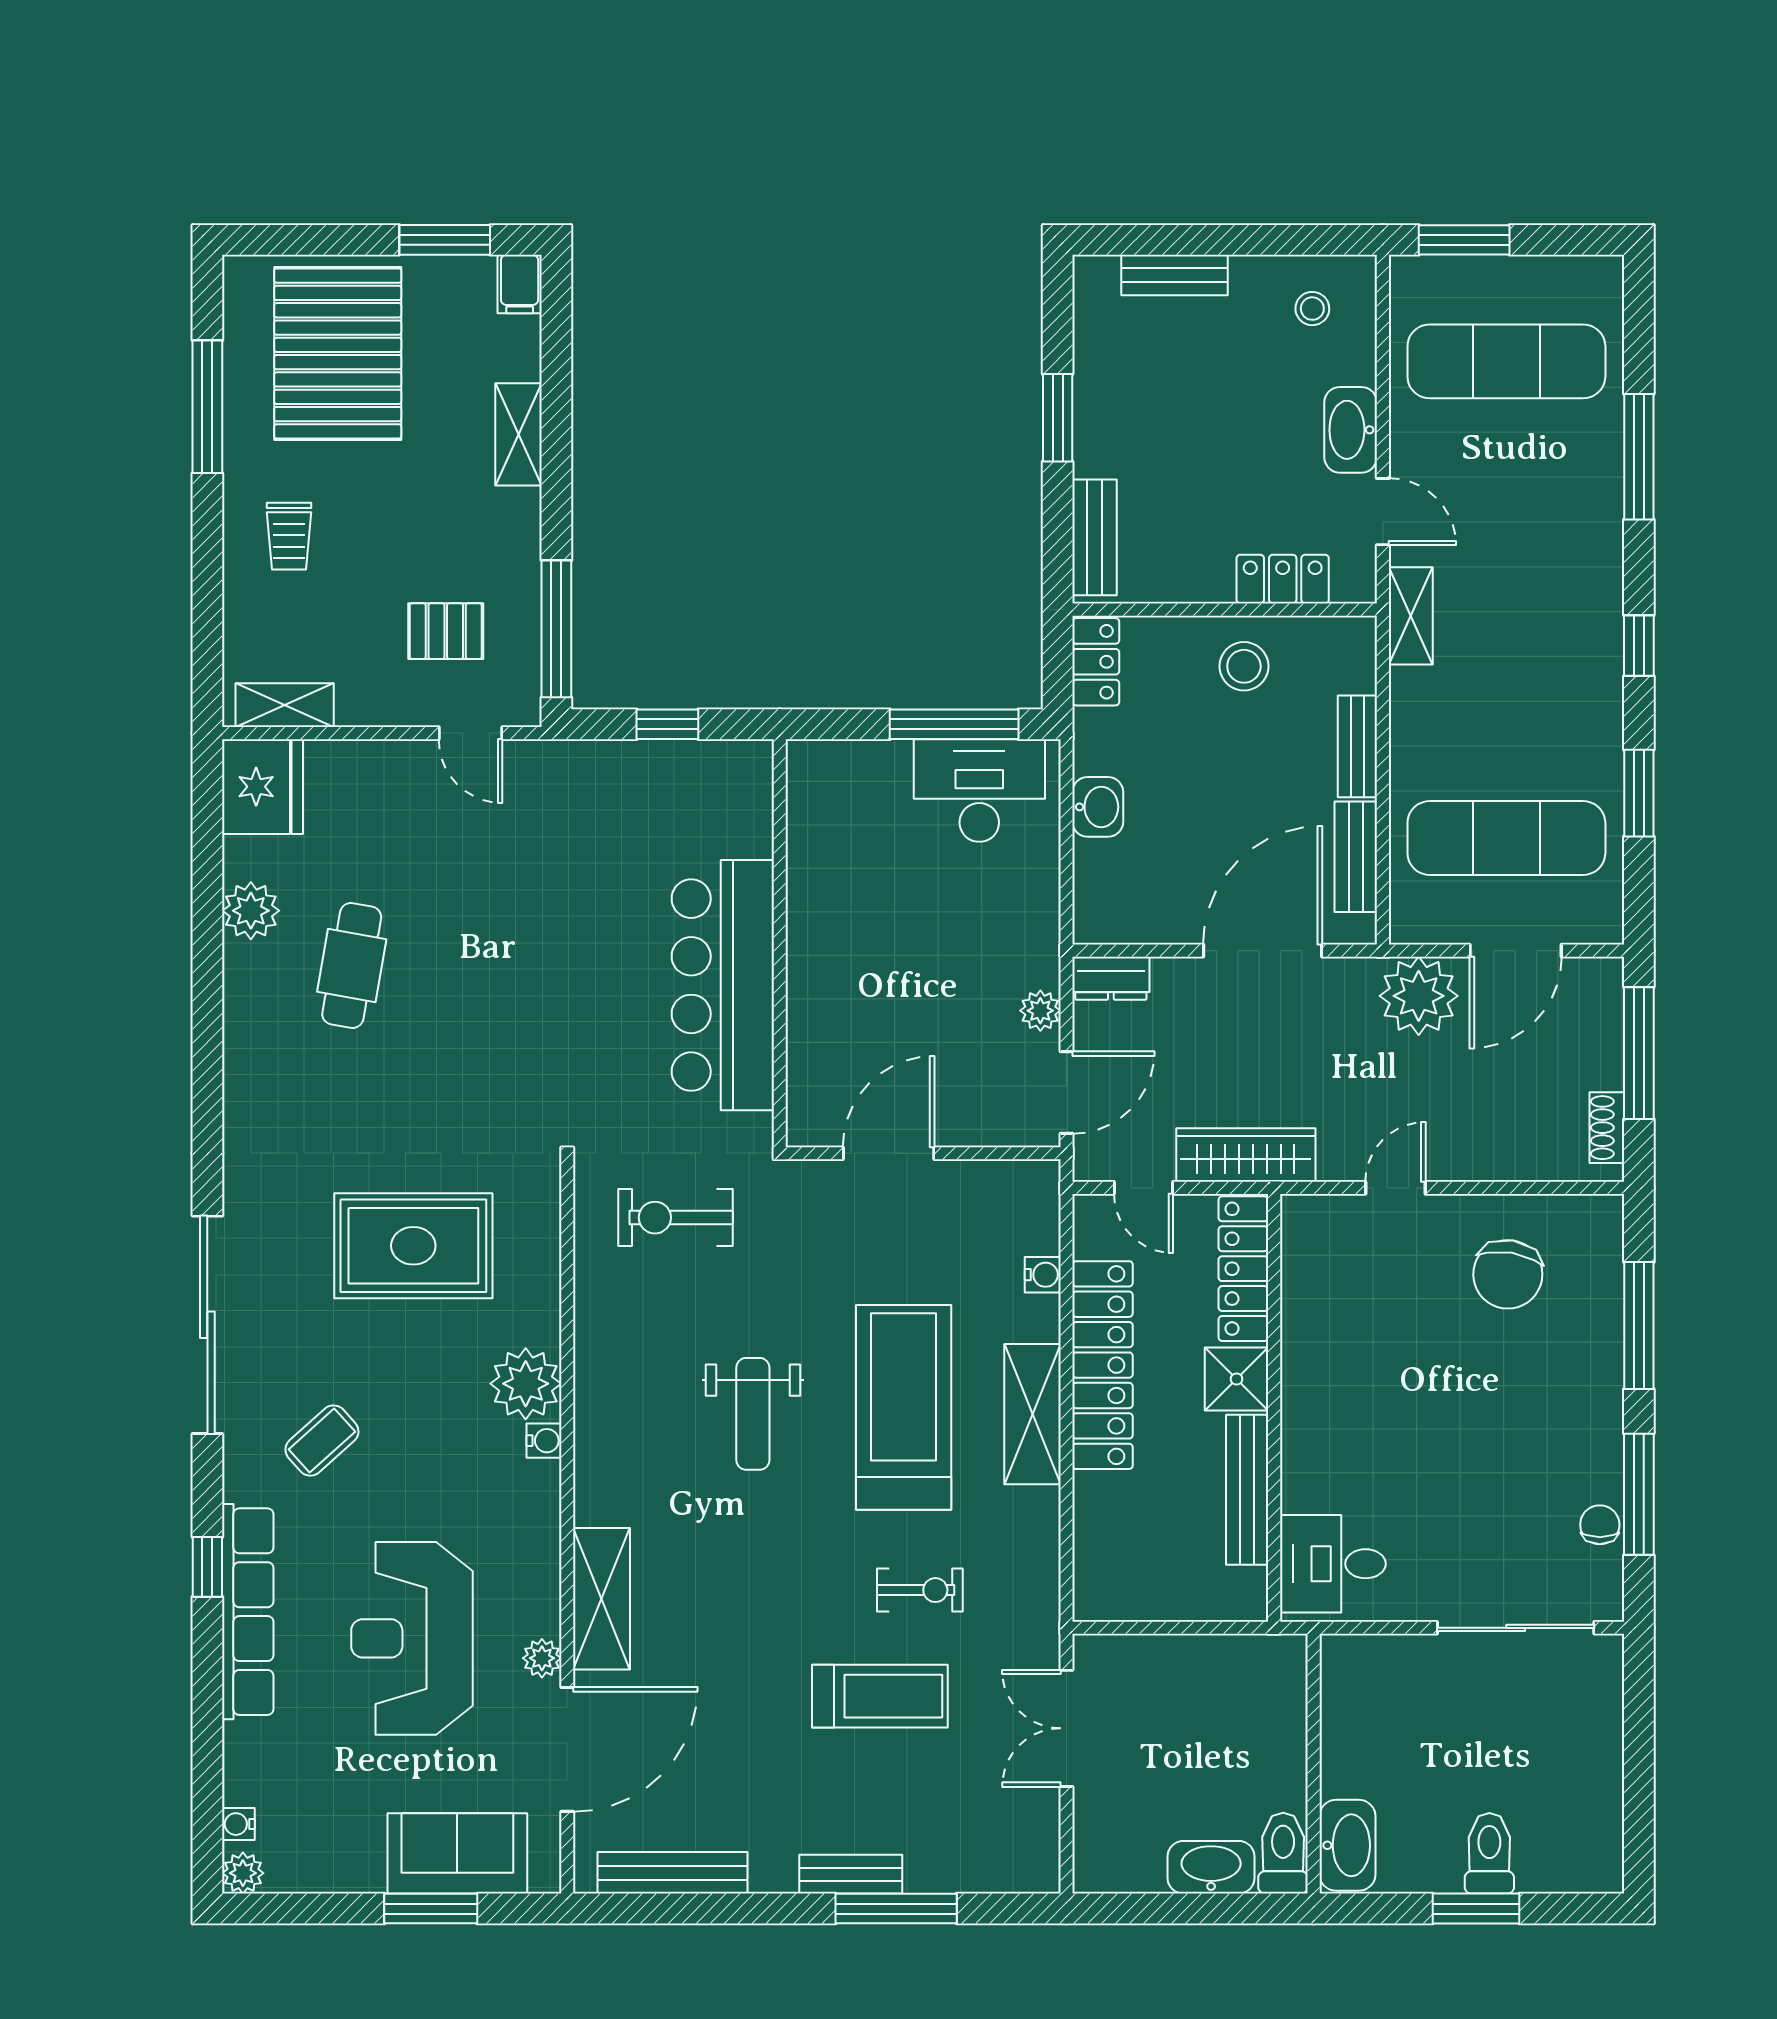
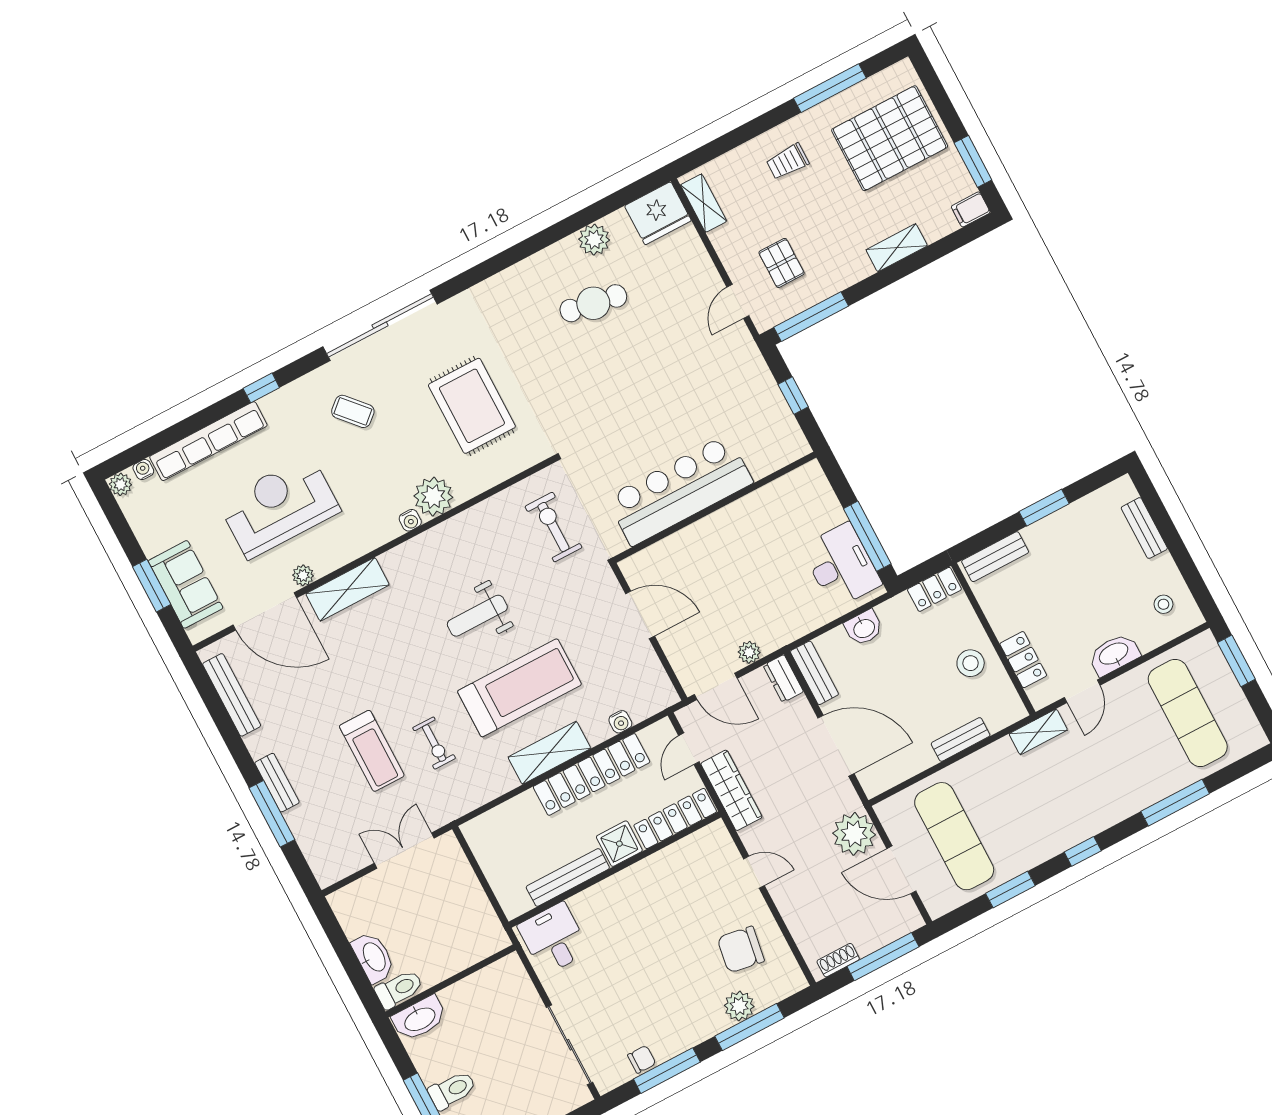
bench: (1356, 857) -> (814, 673), moved, turned 90
plant: (1597, 1324) -> (739, 1006), added
row of seats: (248, 1612) -> (208, 441), moved

